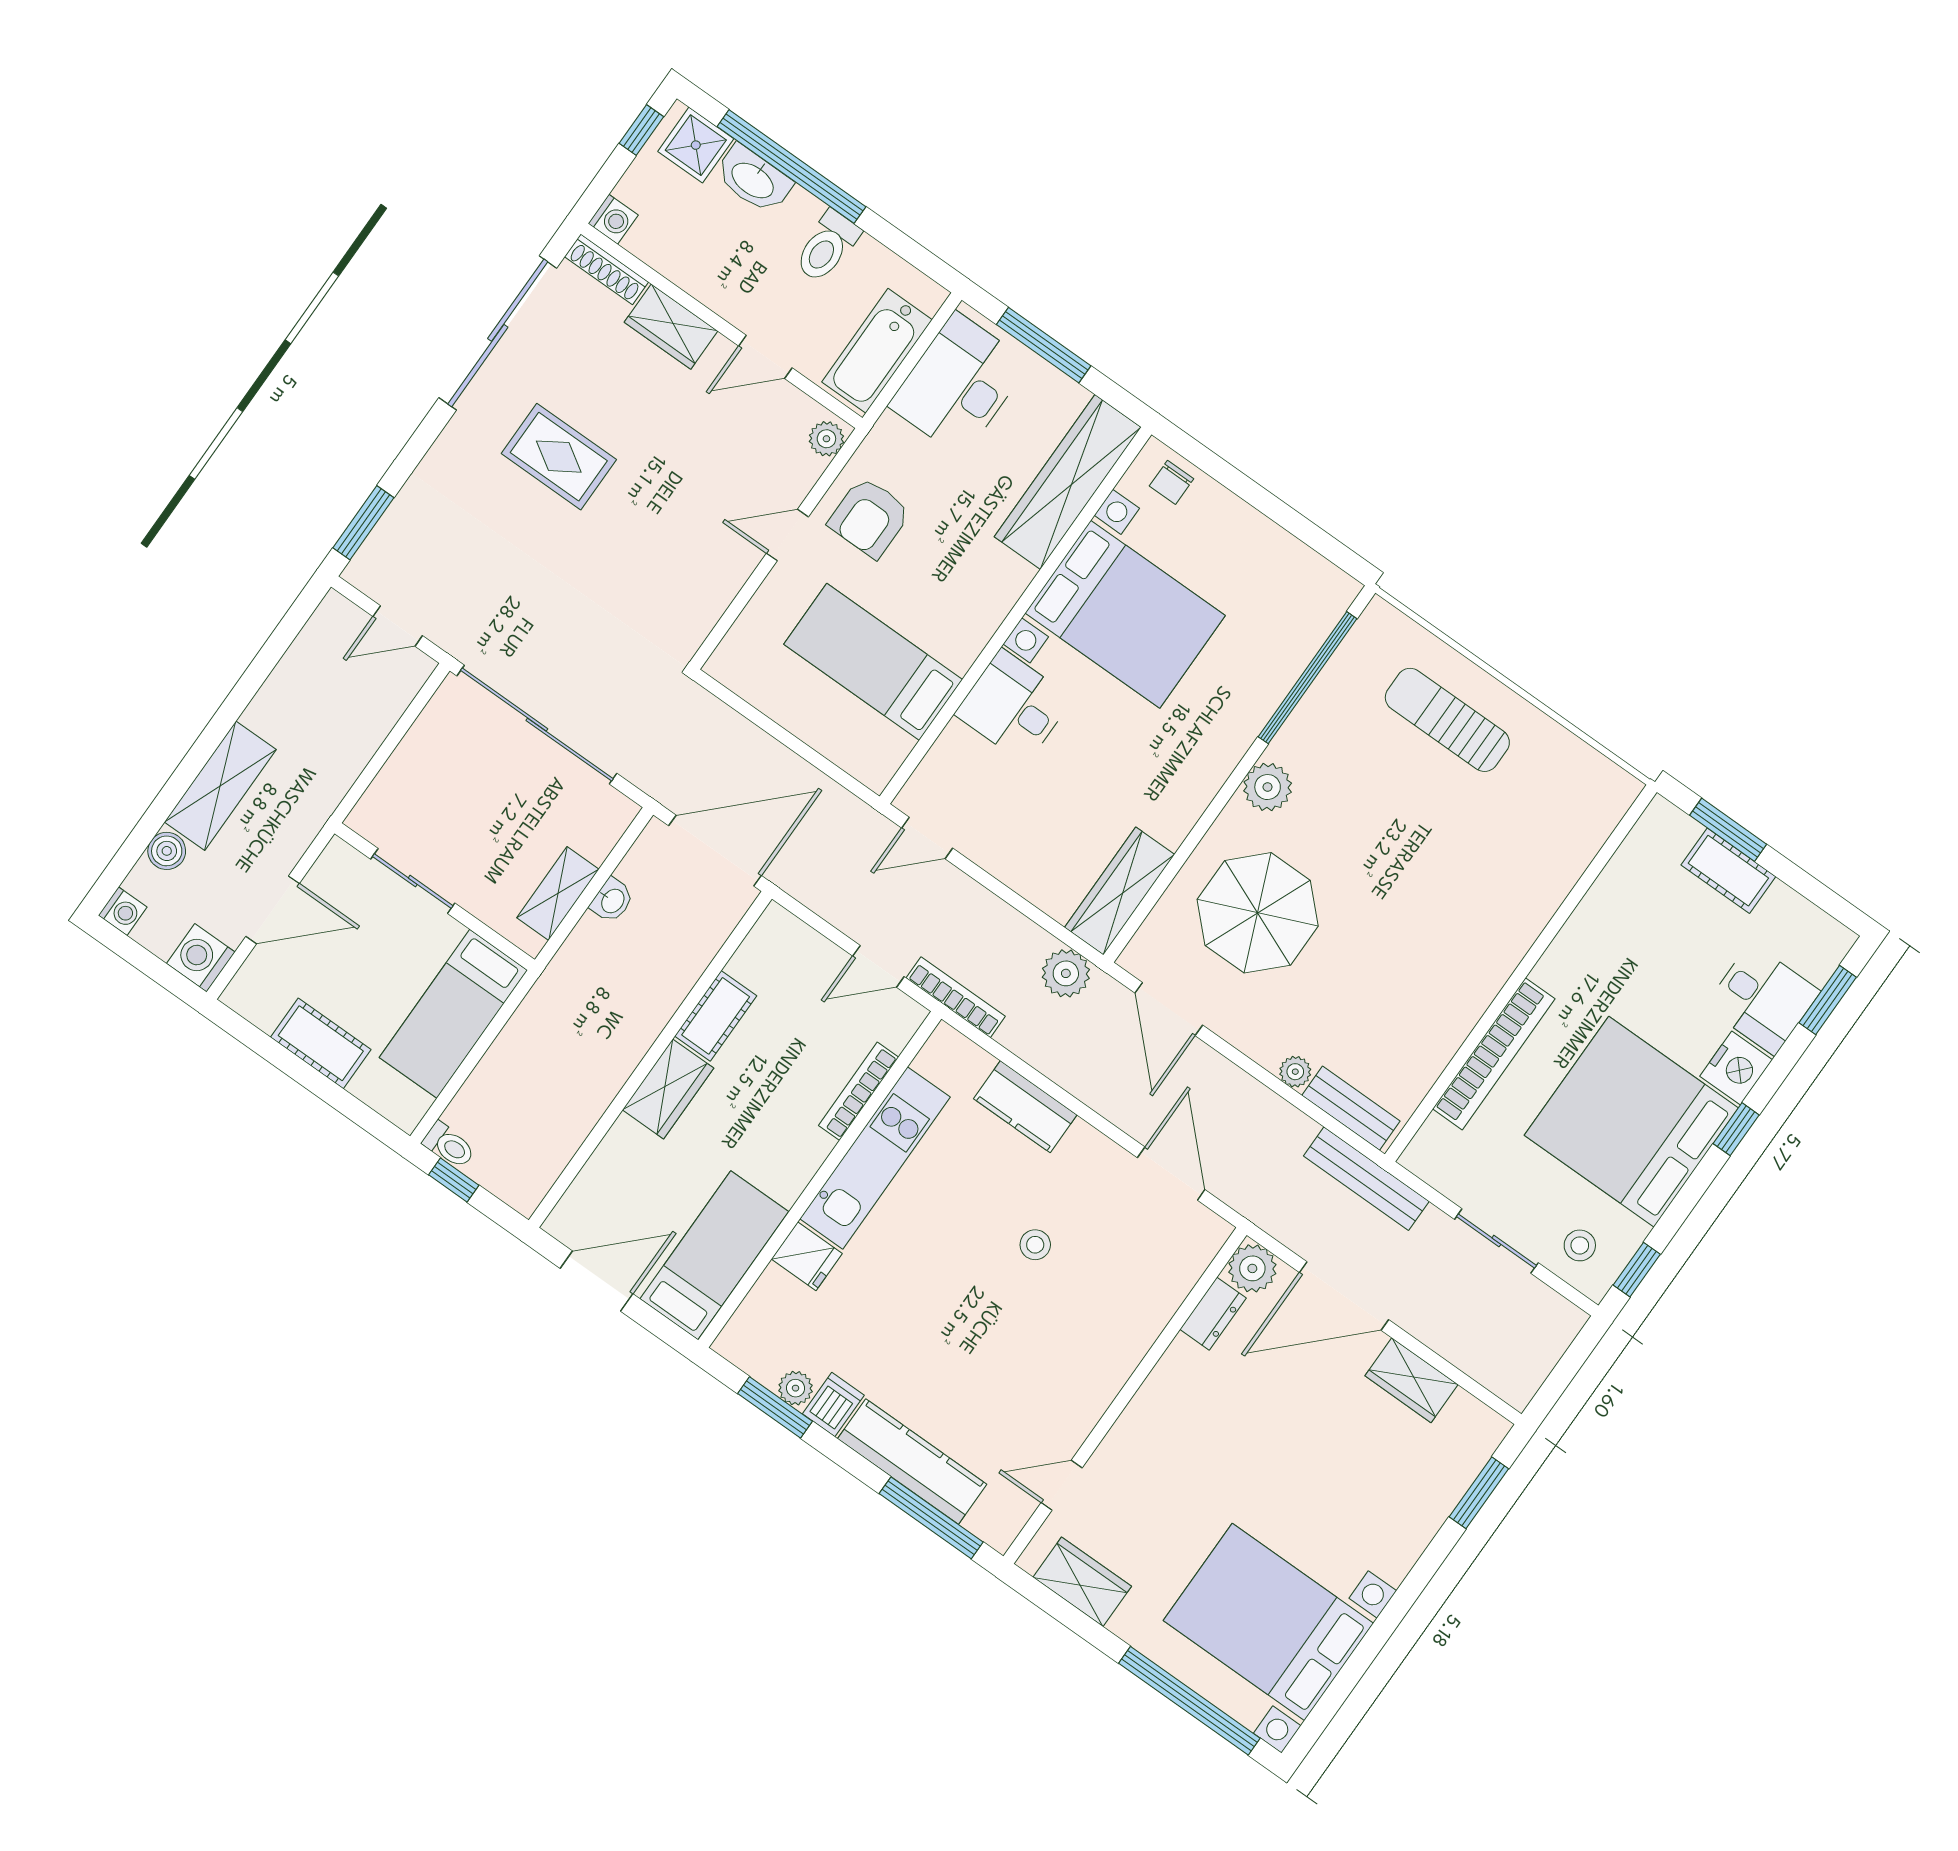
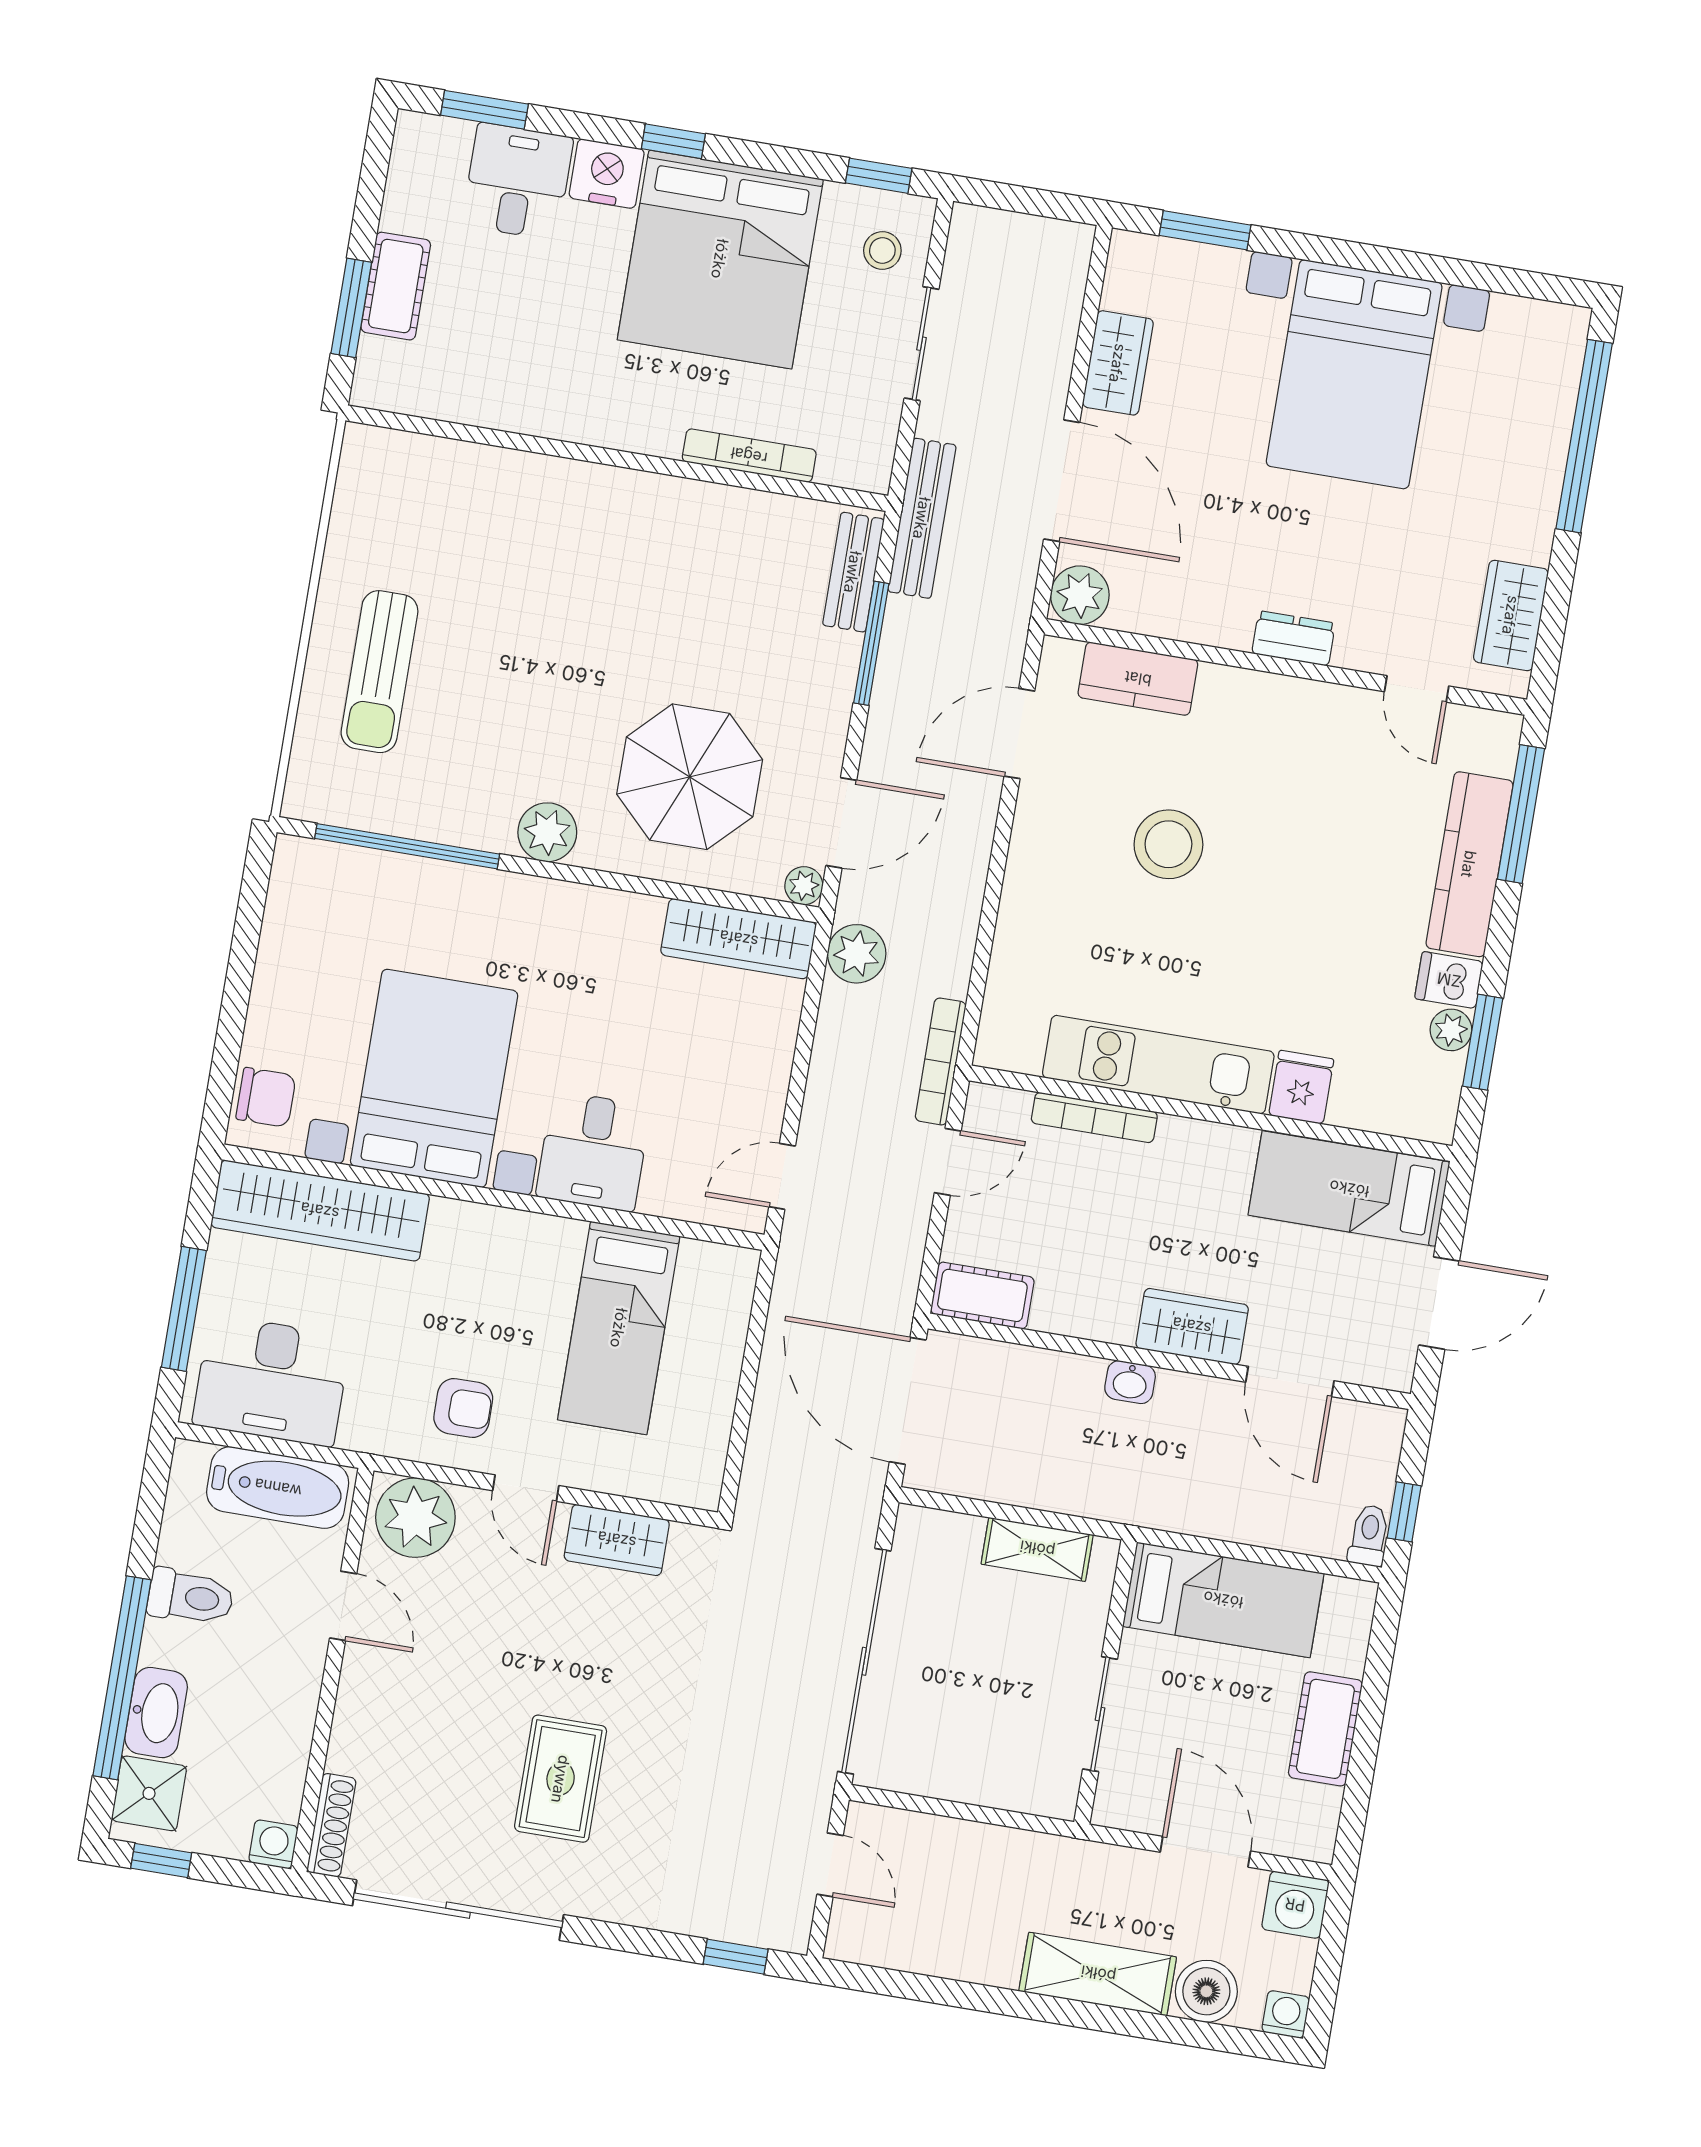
wardrobe: (671, 327) -> (617, 1540), moved, turned 90
plant: (826, 439) -> (415, 1518), width x1.87, depth x1.87
chair: (1172, 482) -> (266, 1097), width x1.37, depth x1.37
armchair: (869, 517) -> (463, 1408), width x0.72, depth x0.72
window: (363, 523) -> (736, 1957), width x0.67
door: (927, 838) -> (782, 1176), swing flipped
boiler: (167, 851) -> (1206, 1991), width x1.36, depth x1.36
washbasin: (612, 900) -> (1130, 1382), moved, turned 180
door: (878, 966) -> (948, 1162), hinge flipped
cot: (716, 1016) -> (982, 1295), moved
bookcase: (1494, 1054) -> (749, 456), width x0.68, depth x0.76
plant: (1295, 1072) -> (804, 886), moved
window: (1292, 1096) -> (871, 643), added
kitchen counter: (1025, 1107) -> (1138, 679), moved, turned 90
door: (592, 1142) -> (1290, 1381), added
stool: (1035, 1245) -> (1168, 844), width x1.89, depth x1.89
door: (597, 1281) -> (1439, 1303), swing flipped
dresser: (1213, 1314) -> (1294, 638), moved
bed with nightstands: (1268, 1622) -> (1354, 374), moved

